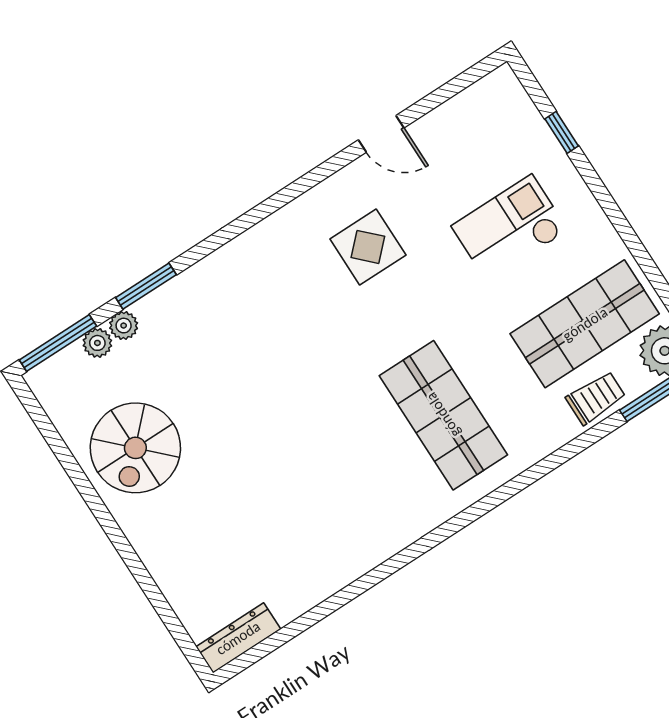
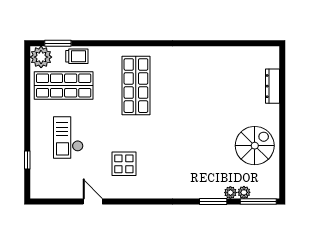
checkout: (510, 228) -> (68, 138), turned 90
trolley: (596, 398) -> (77, 56), turned 180
dresser: (238, 638) -> (272, 86), moved, turned 90

